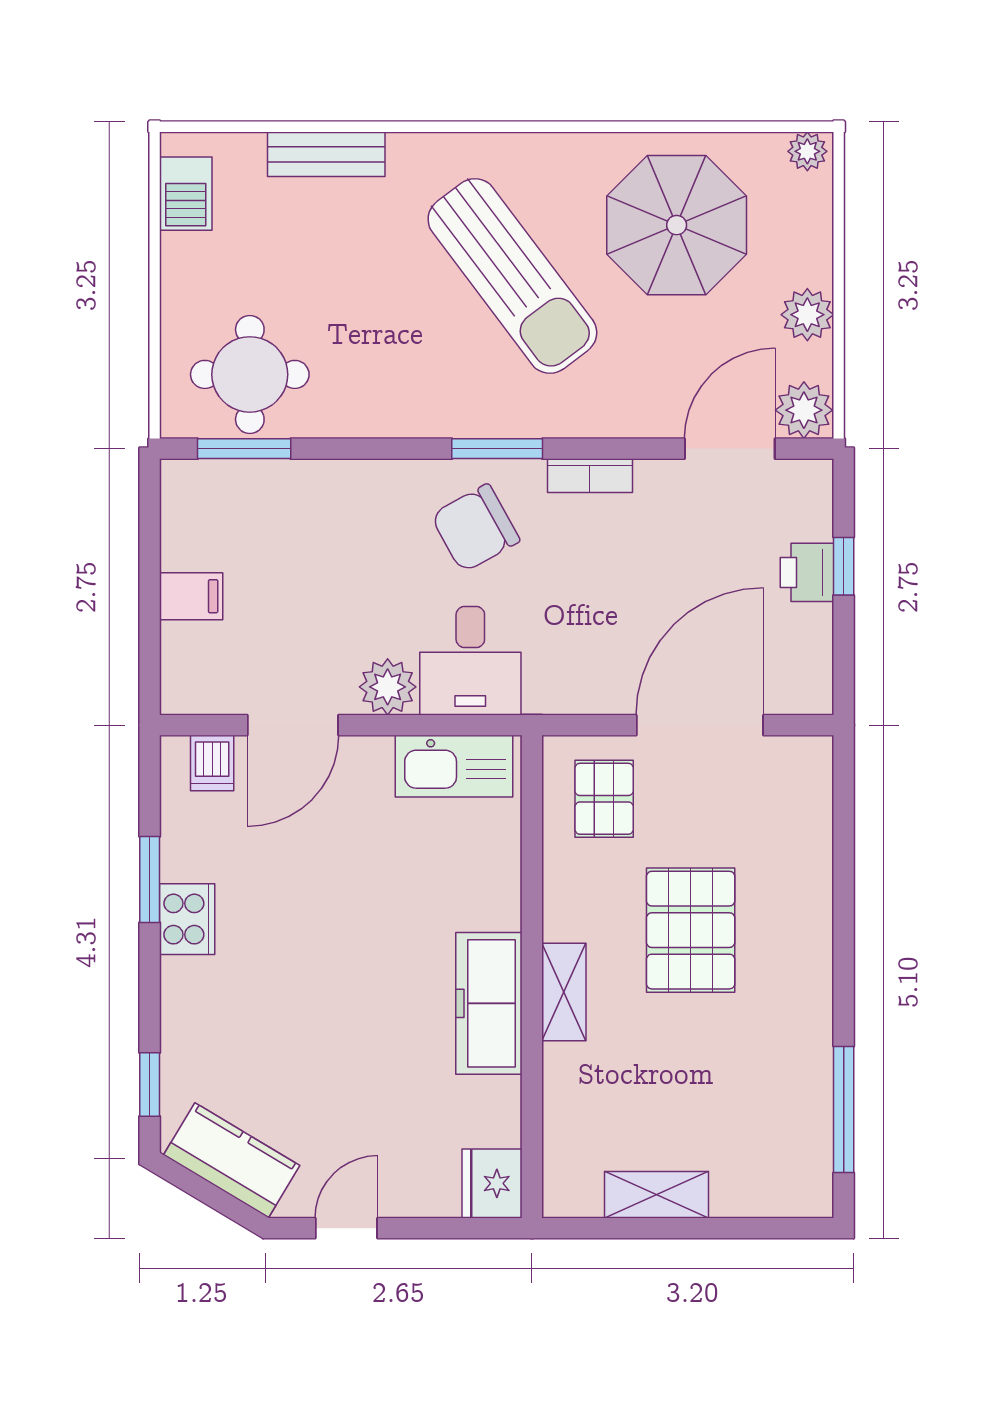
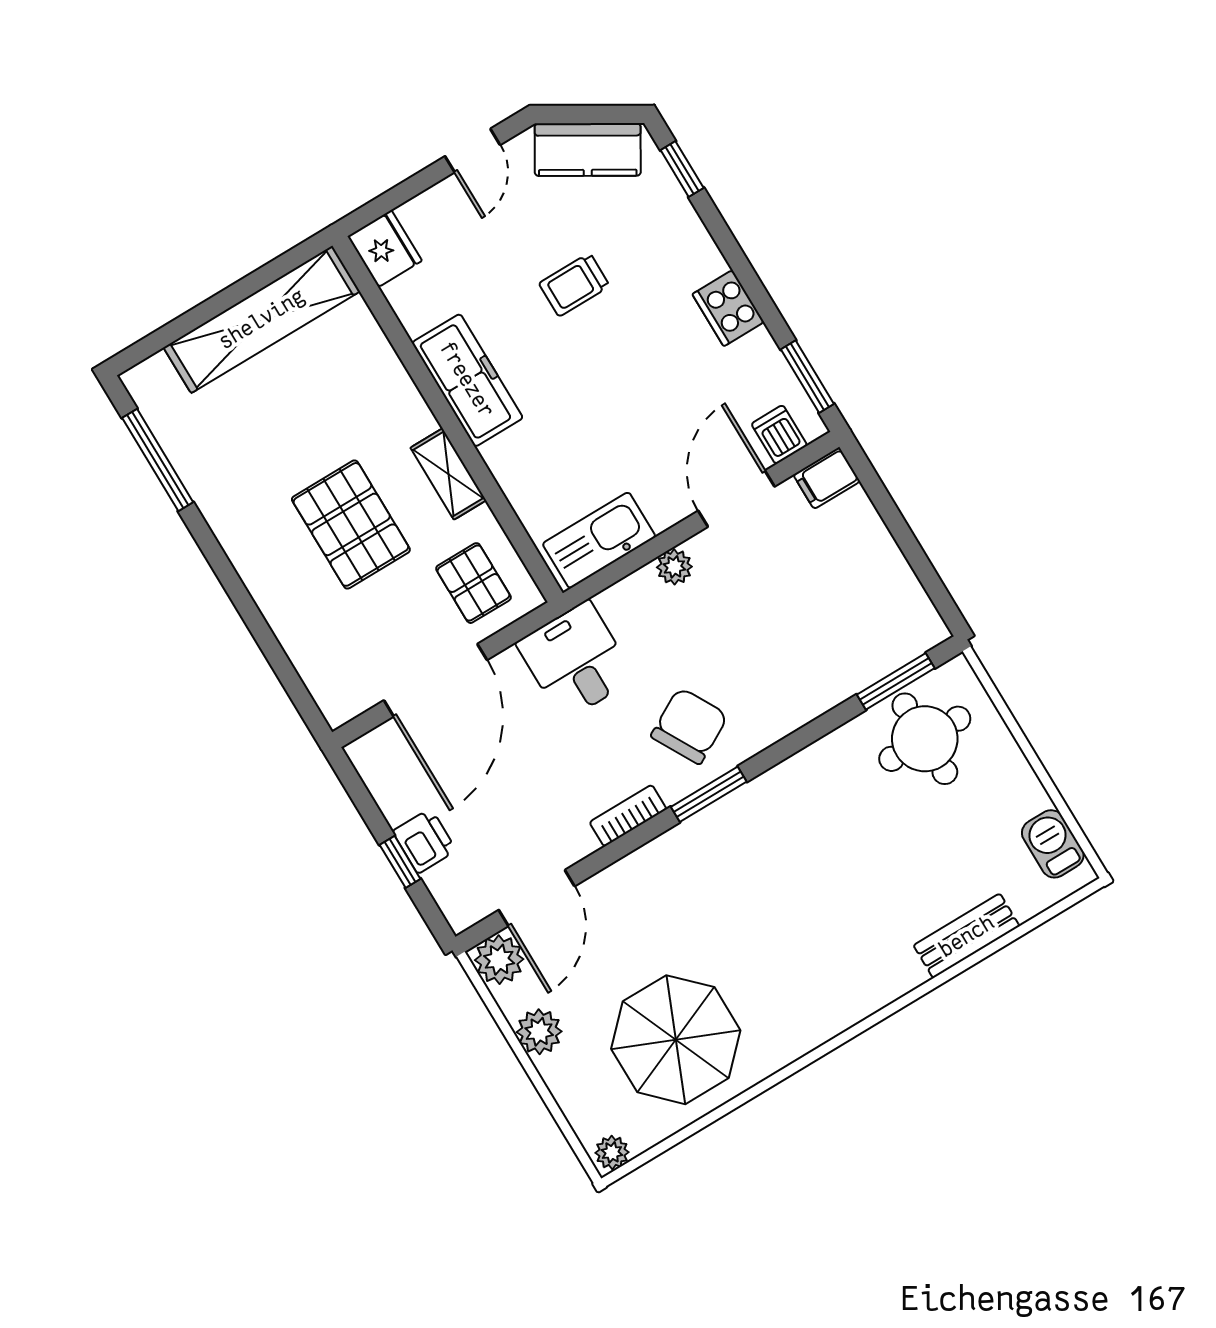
sun lounger: (512, 276) -> (775, 929), removed
filing cabinet: (191, 596) -> (827, 478), moved
desk: (470, 661) -> (576, 661), moved
plant: (388, 687) -> (674, 567), width x0.73, depth x0.73
window: (150, 879) -> (807, 377), moved
shelving: (564, 992) -> (448, 474), moved
trolley: (326, 1034) -> (574, 285), added
shelving: (656, 1195) -> (262, 319), width x2.20, depth x1.33

